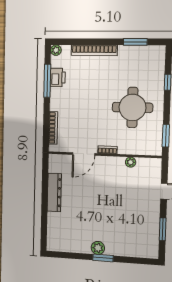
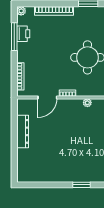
plant: (98, 248) -> (62, 177), removed
window: (103, 258) -> (81, 185), moved

